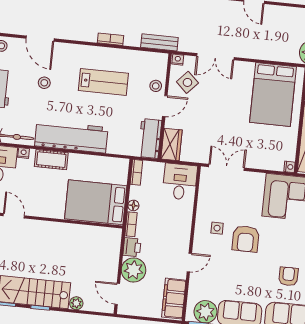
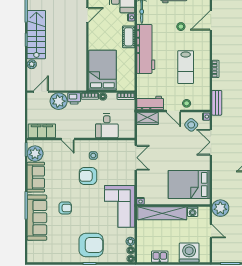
desk: (180, 182) -> (107, 126), moved, turned 90

